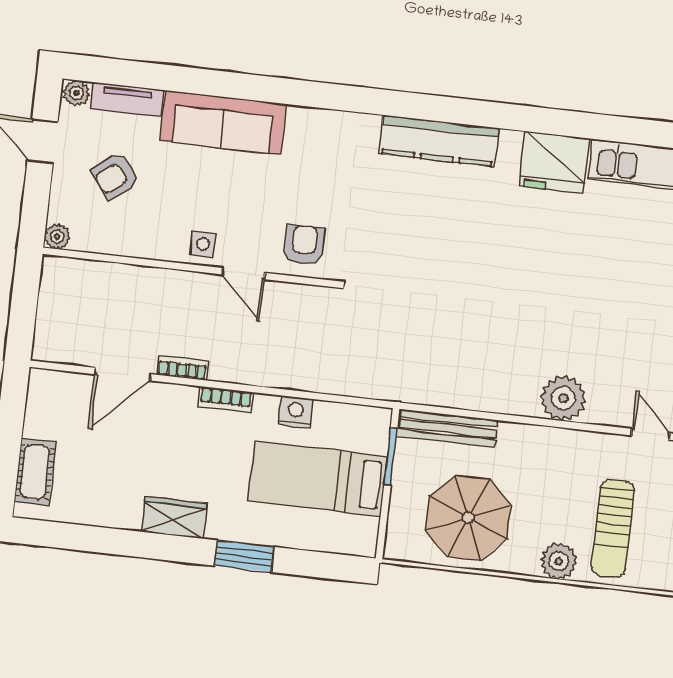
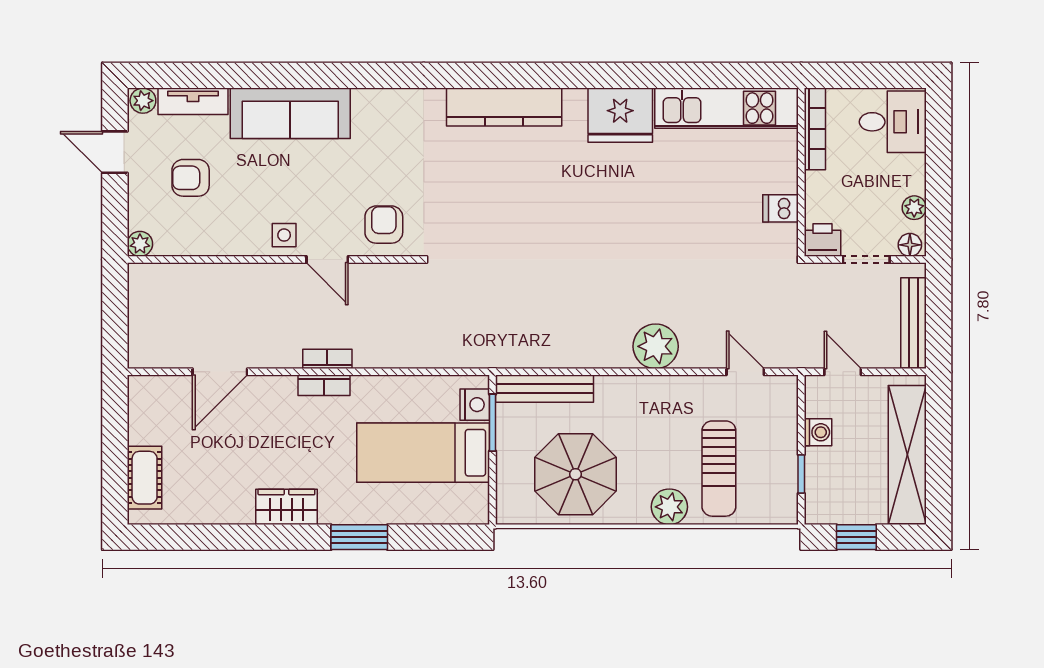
armchair: (116, 176) -> (191, 178), turned 36
bookcase: (182, 368) -> (327, 359), moved
nightstand: (295, 412) -> (475, 405), moved, turned 90

